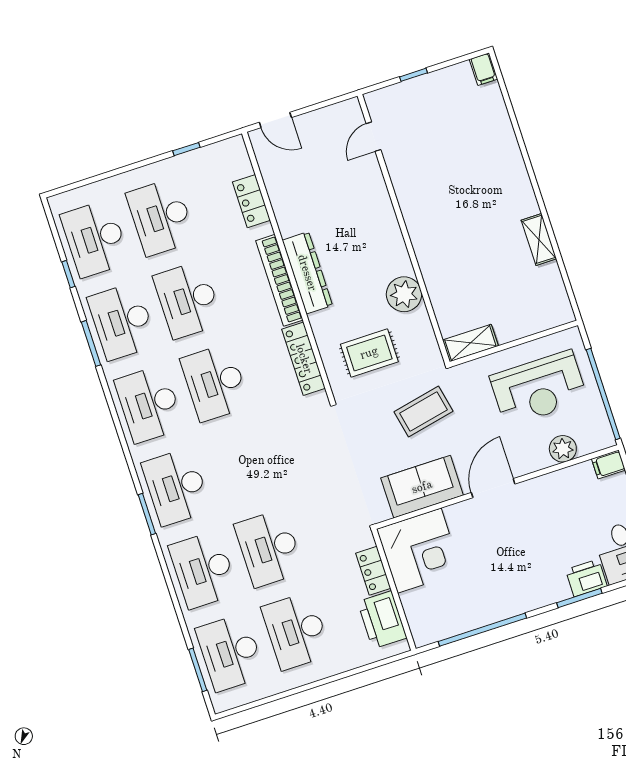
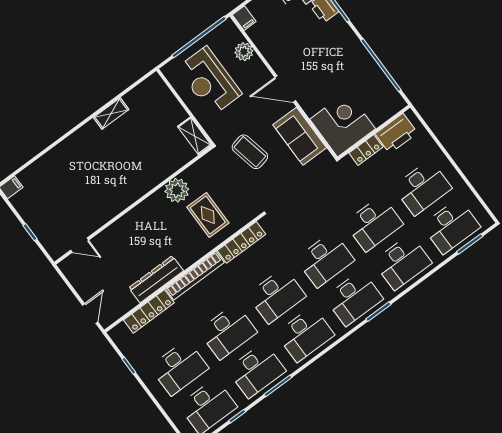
locker: (251, 201) -> (149, 311), width x1.53
dresser: (307, 273) -> (156, 279), moved
rug: (369, 353) -> (208, 215), moved
reception desk: (539, 388) -> (209, 81), turned 180
desk: (242, 465) -> (325, 260), added

